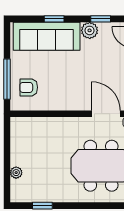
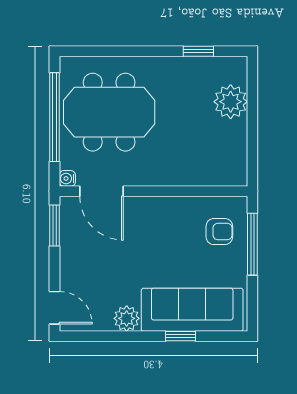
window: (101, 19) -> (110, 336), removed
plant: (16, 173) -> (231, 102), width x1.87, depth x1.87

